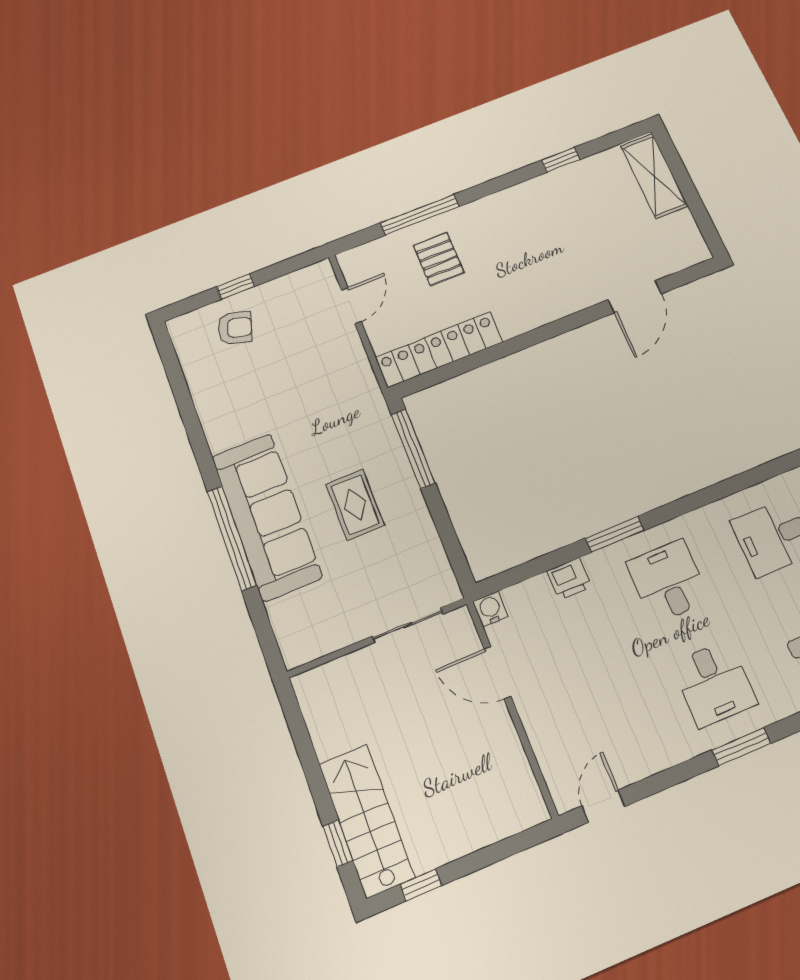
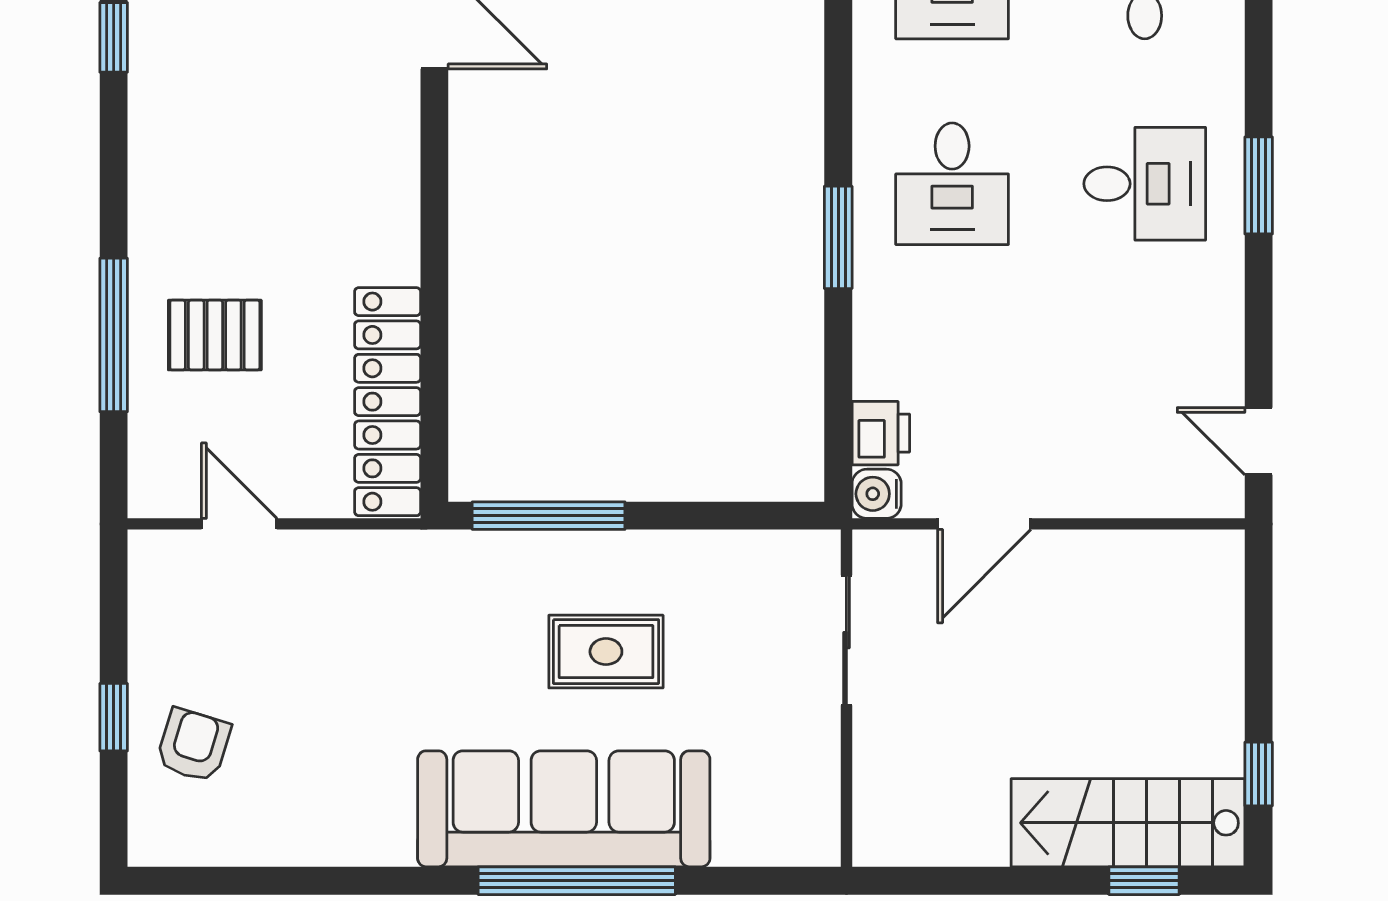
printer: (569, 579) -> (881, 433), moved
desk: (668, 581) -> (952, 184), turned -90

